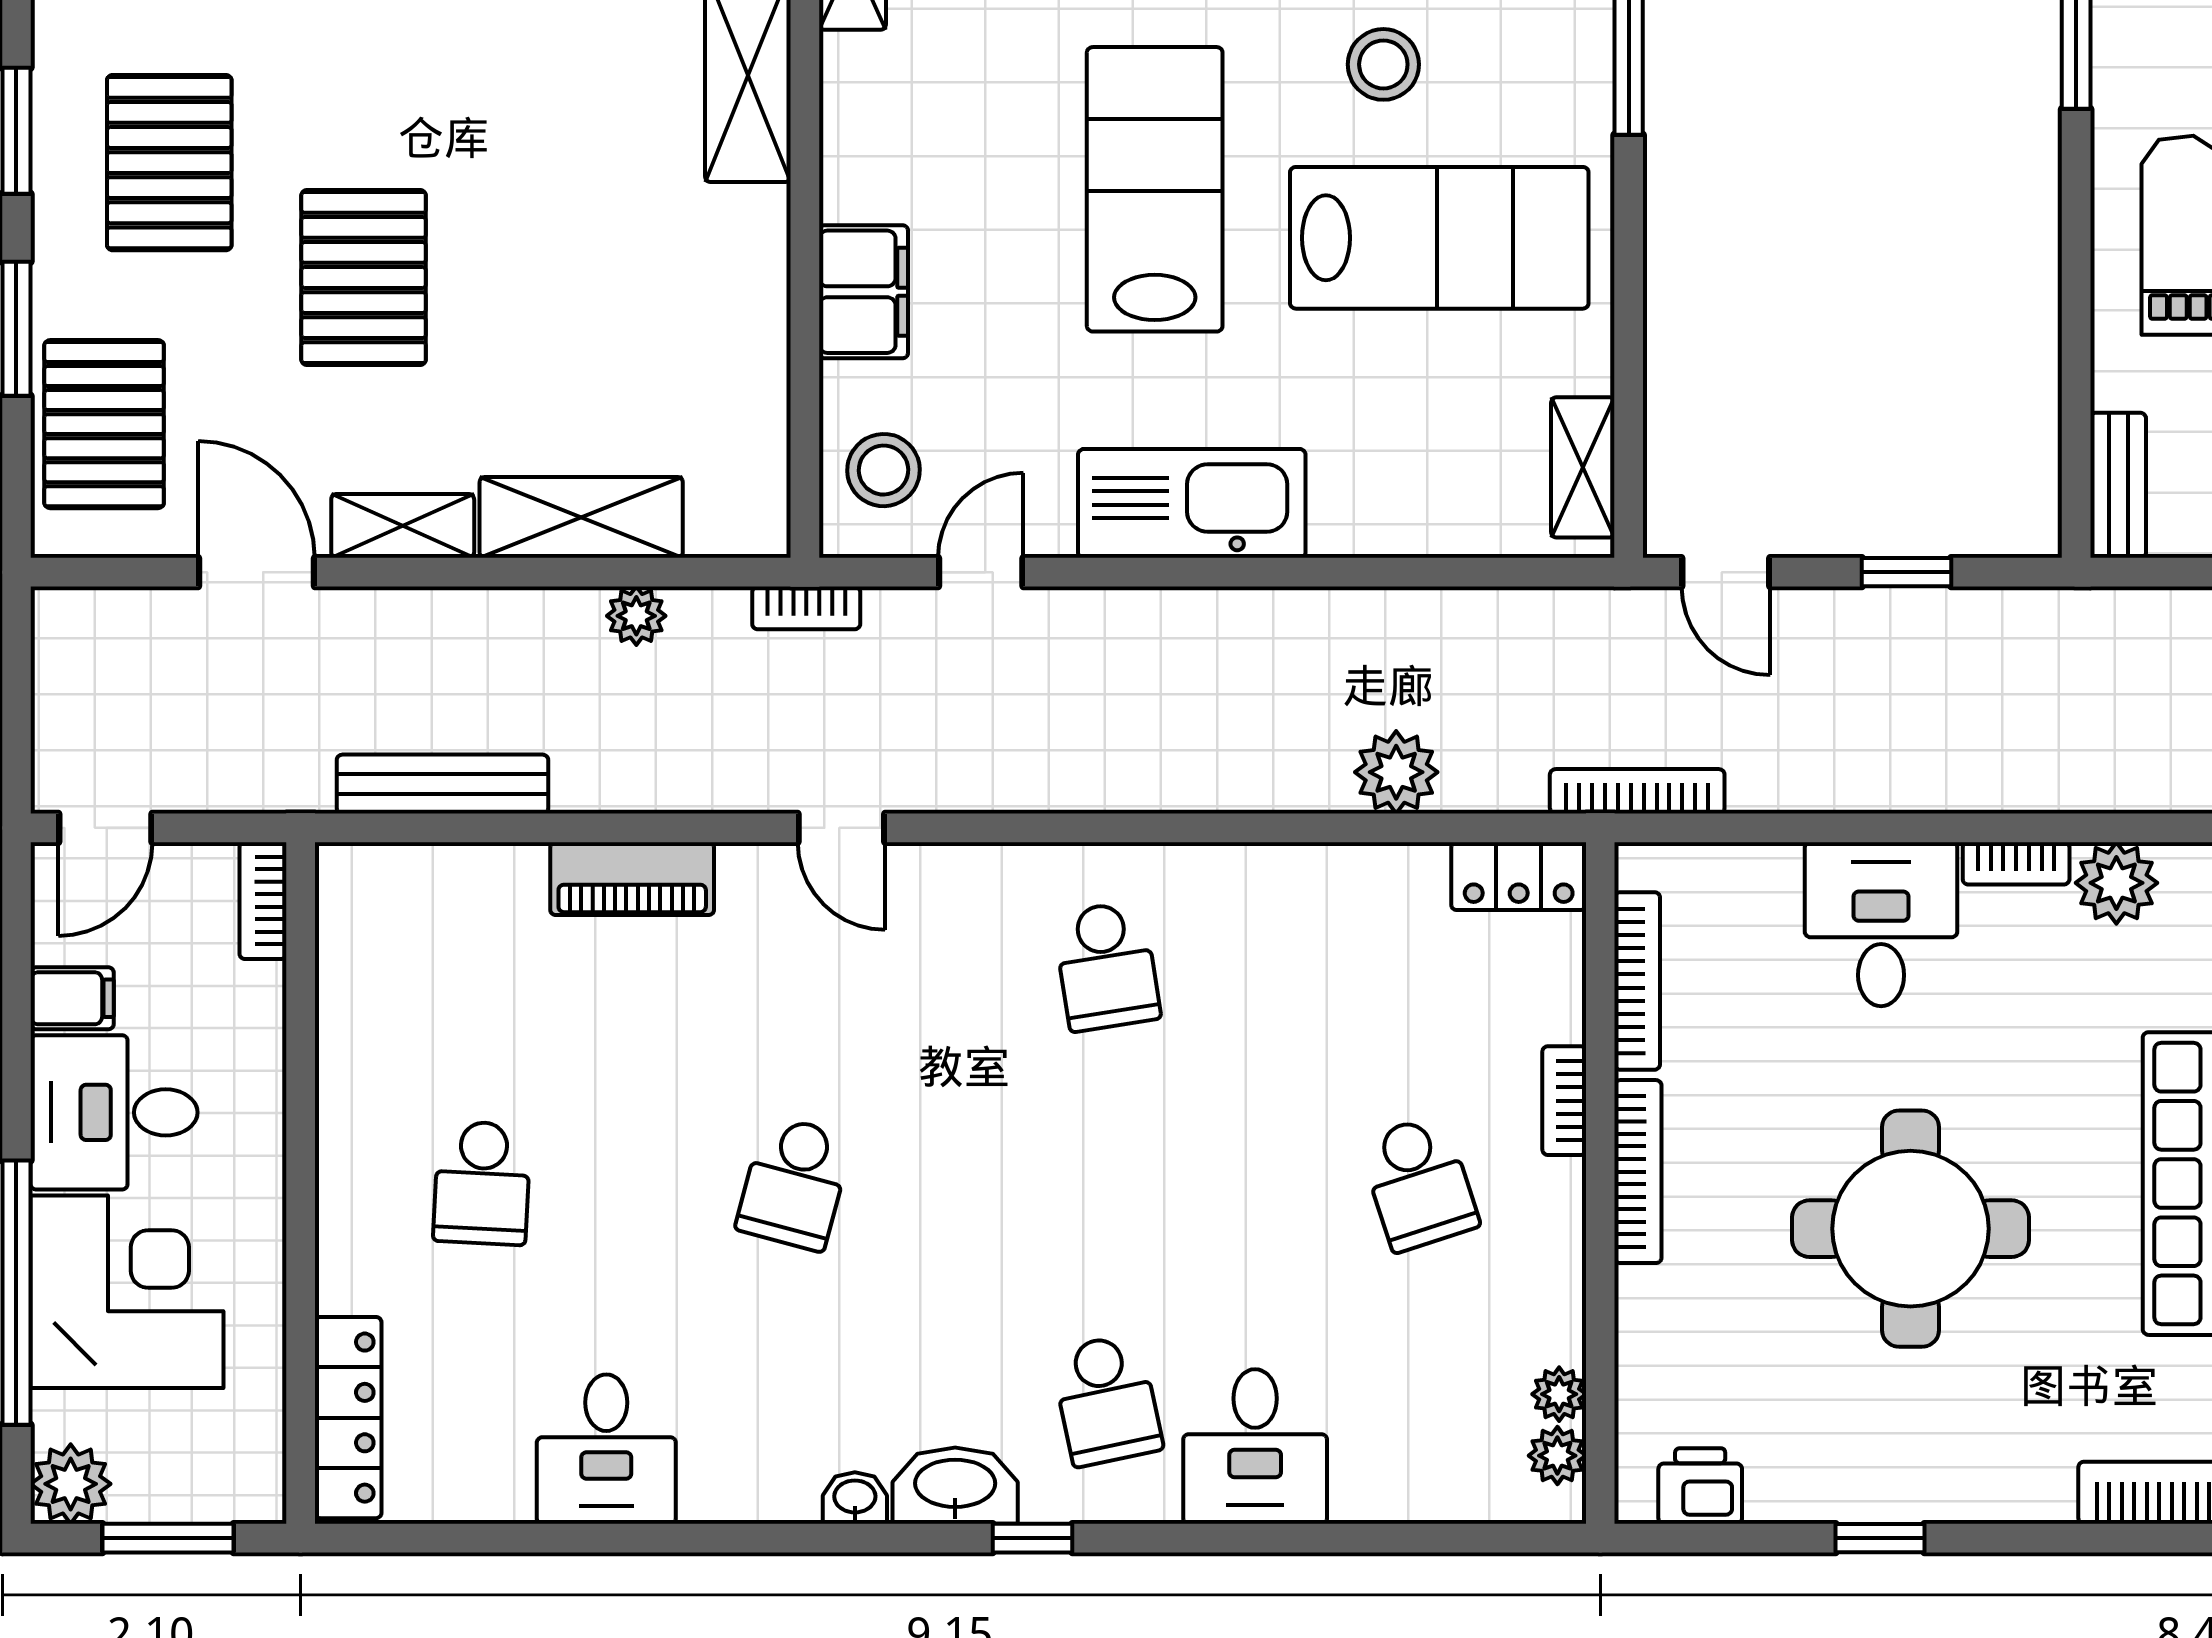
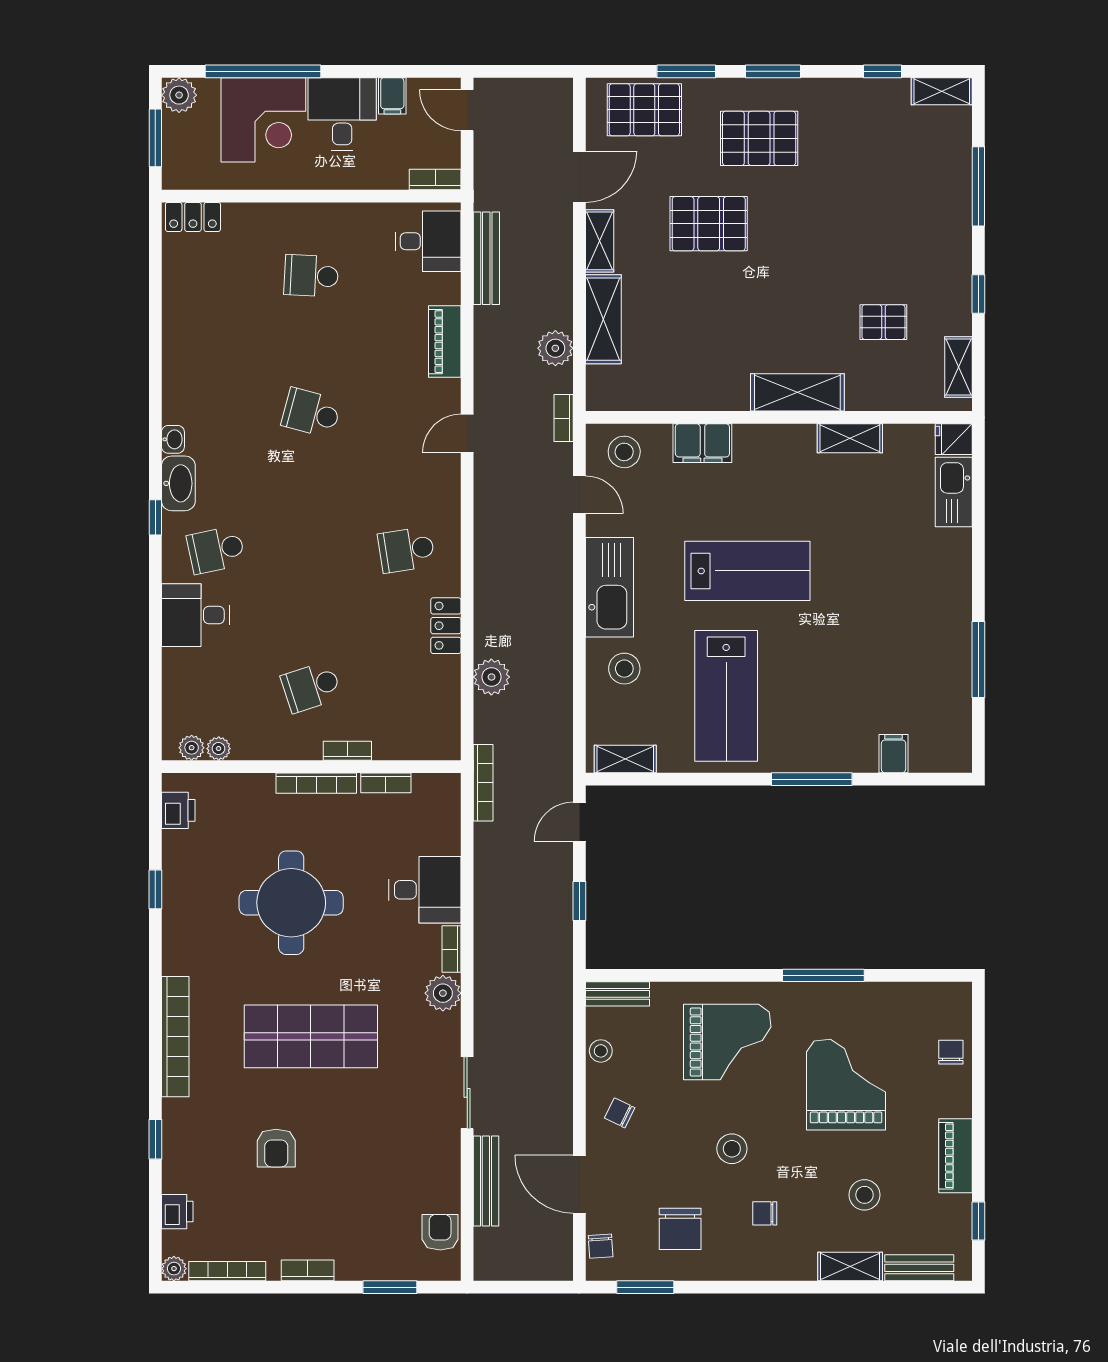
stool: (1383, 64) -> (624, 669), moved
plant: (636, 616) -> (555, 348), width x1.38, depth x1.38
locker: (1519, 876) -> (446, 626), moved
bookcase: (1637, 981) -> (386, 783), width x0.64
locker: (348, 1418) -> (193, 217), width x0.66
desk: (606, 1449) -> (428, 241), moved, turned 180

